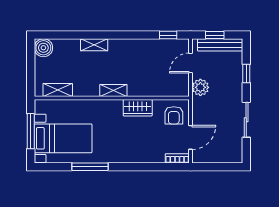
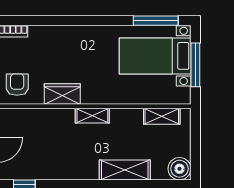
shelving: (94, 45) -> (125, 170), width x1.50, depth x1.33
window: (90, 167) -> (156, 21), moved

